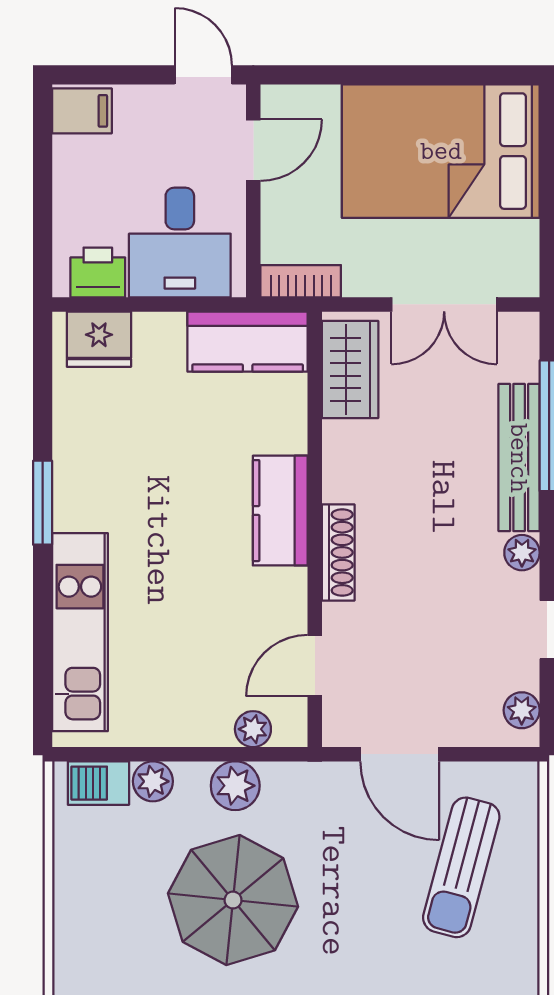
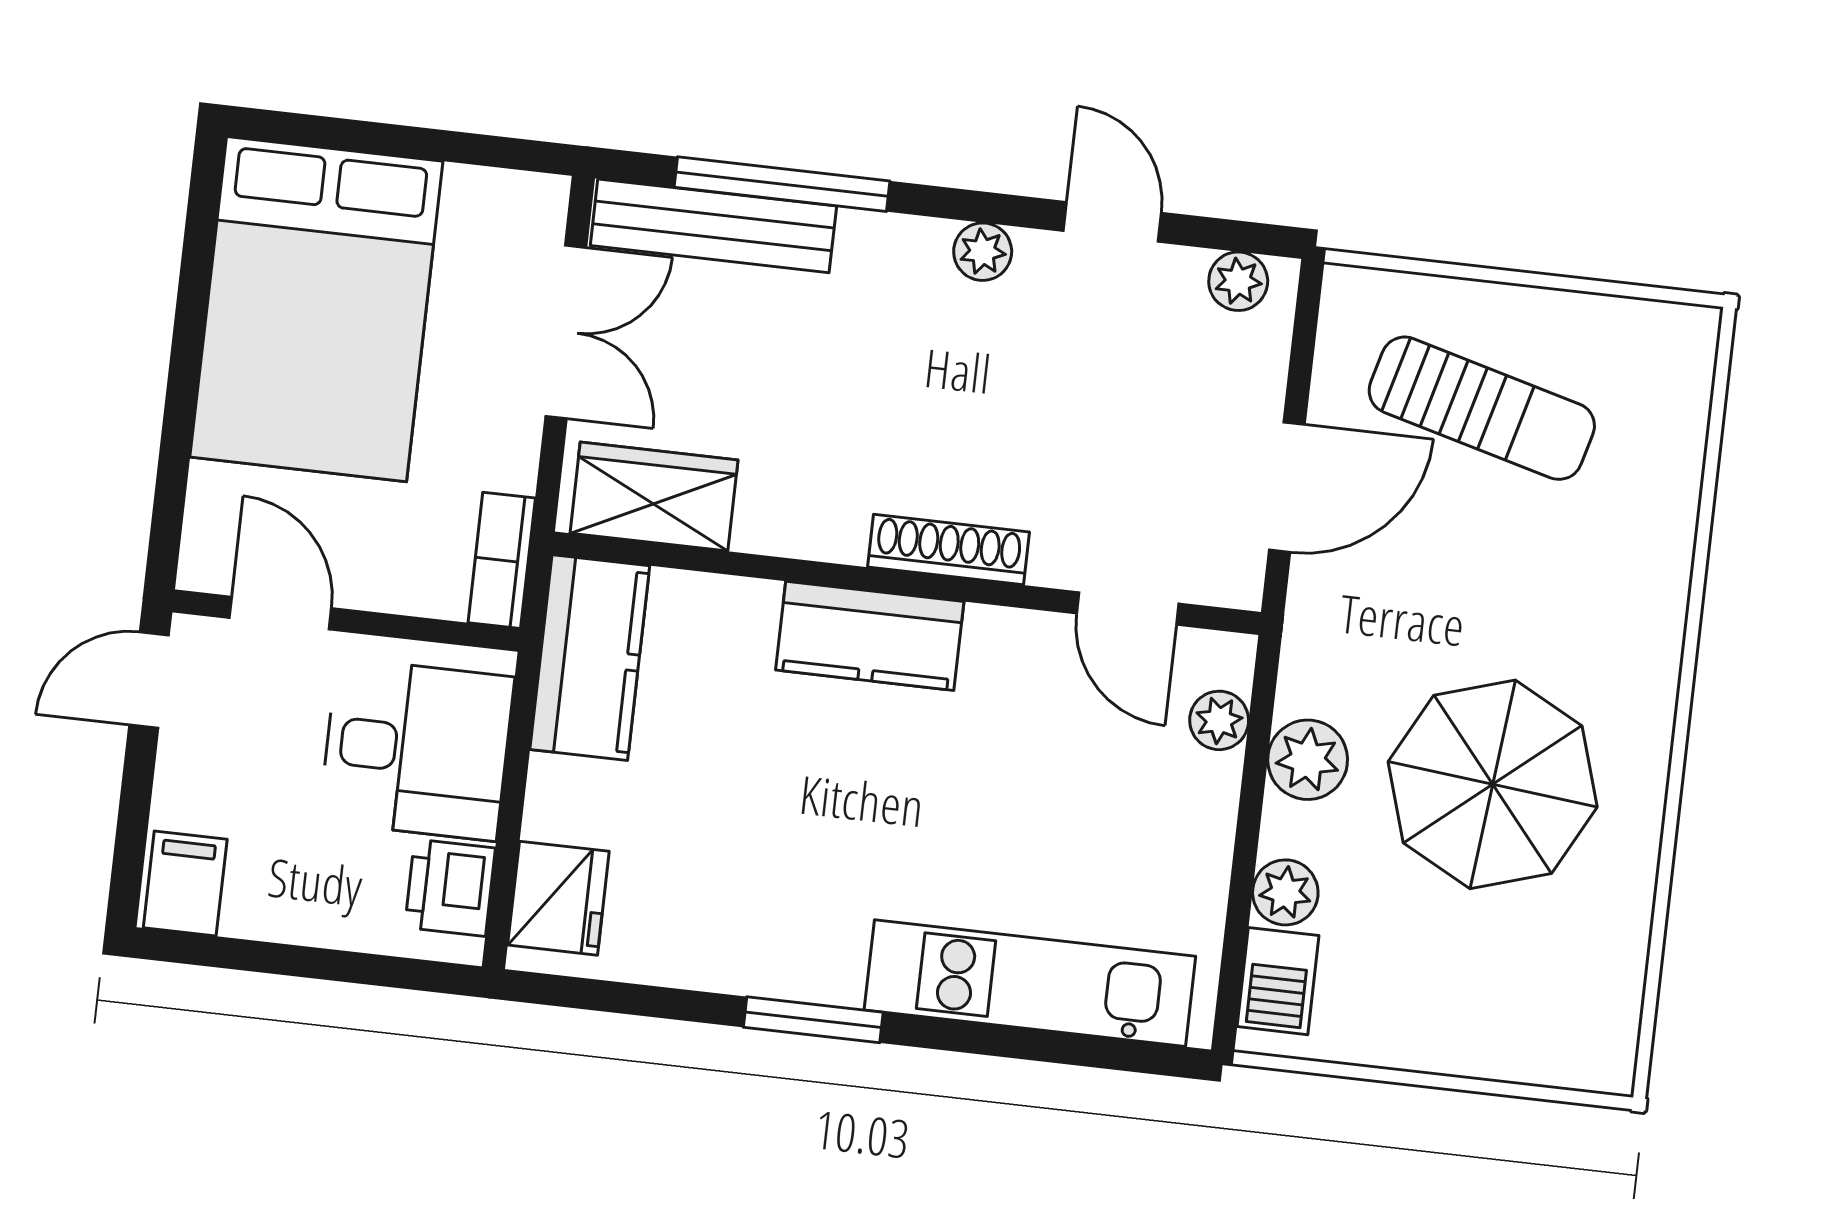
bench: (519, 458) -> (713, 226), moved

